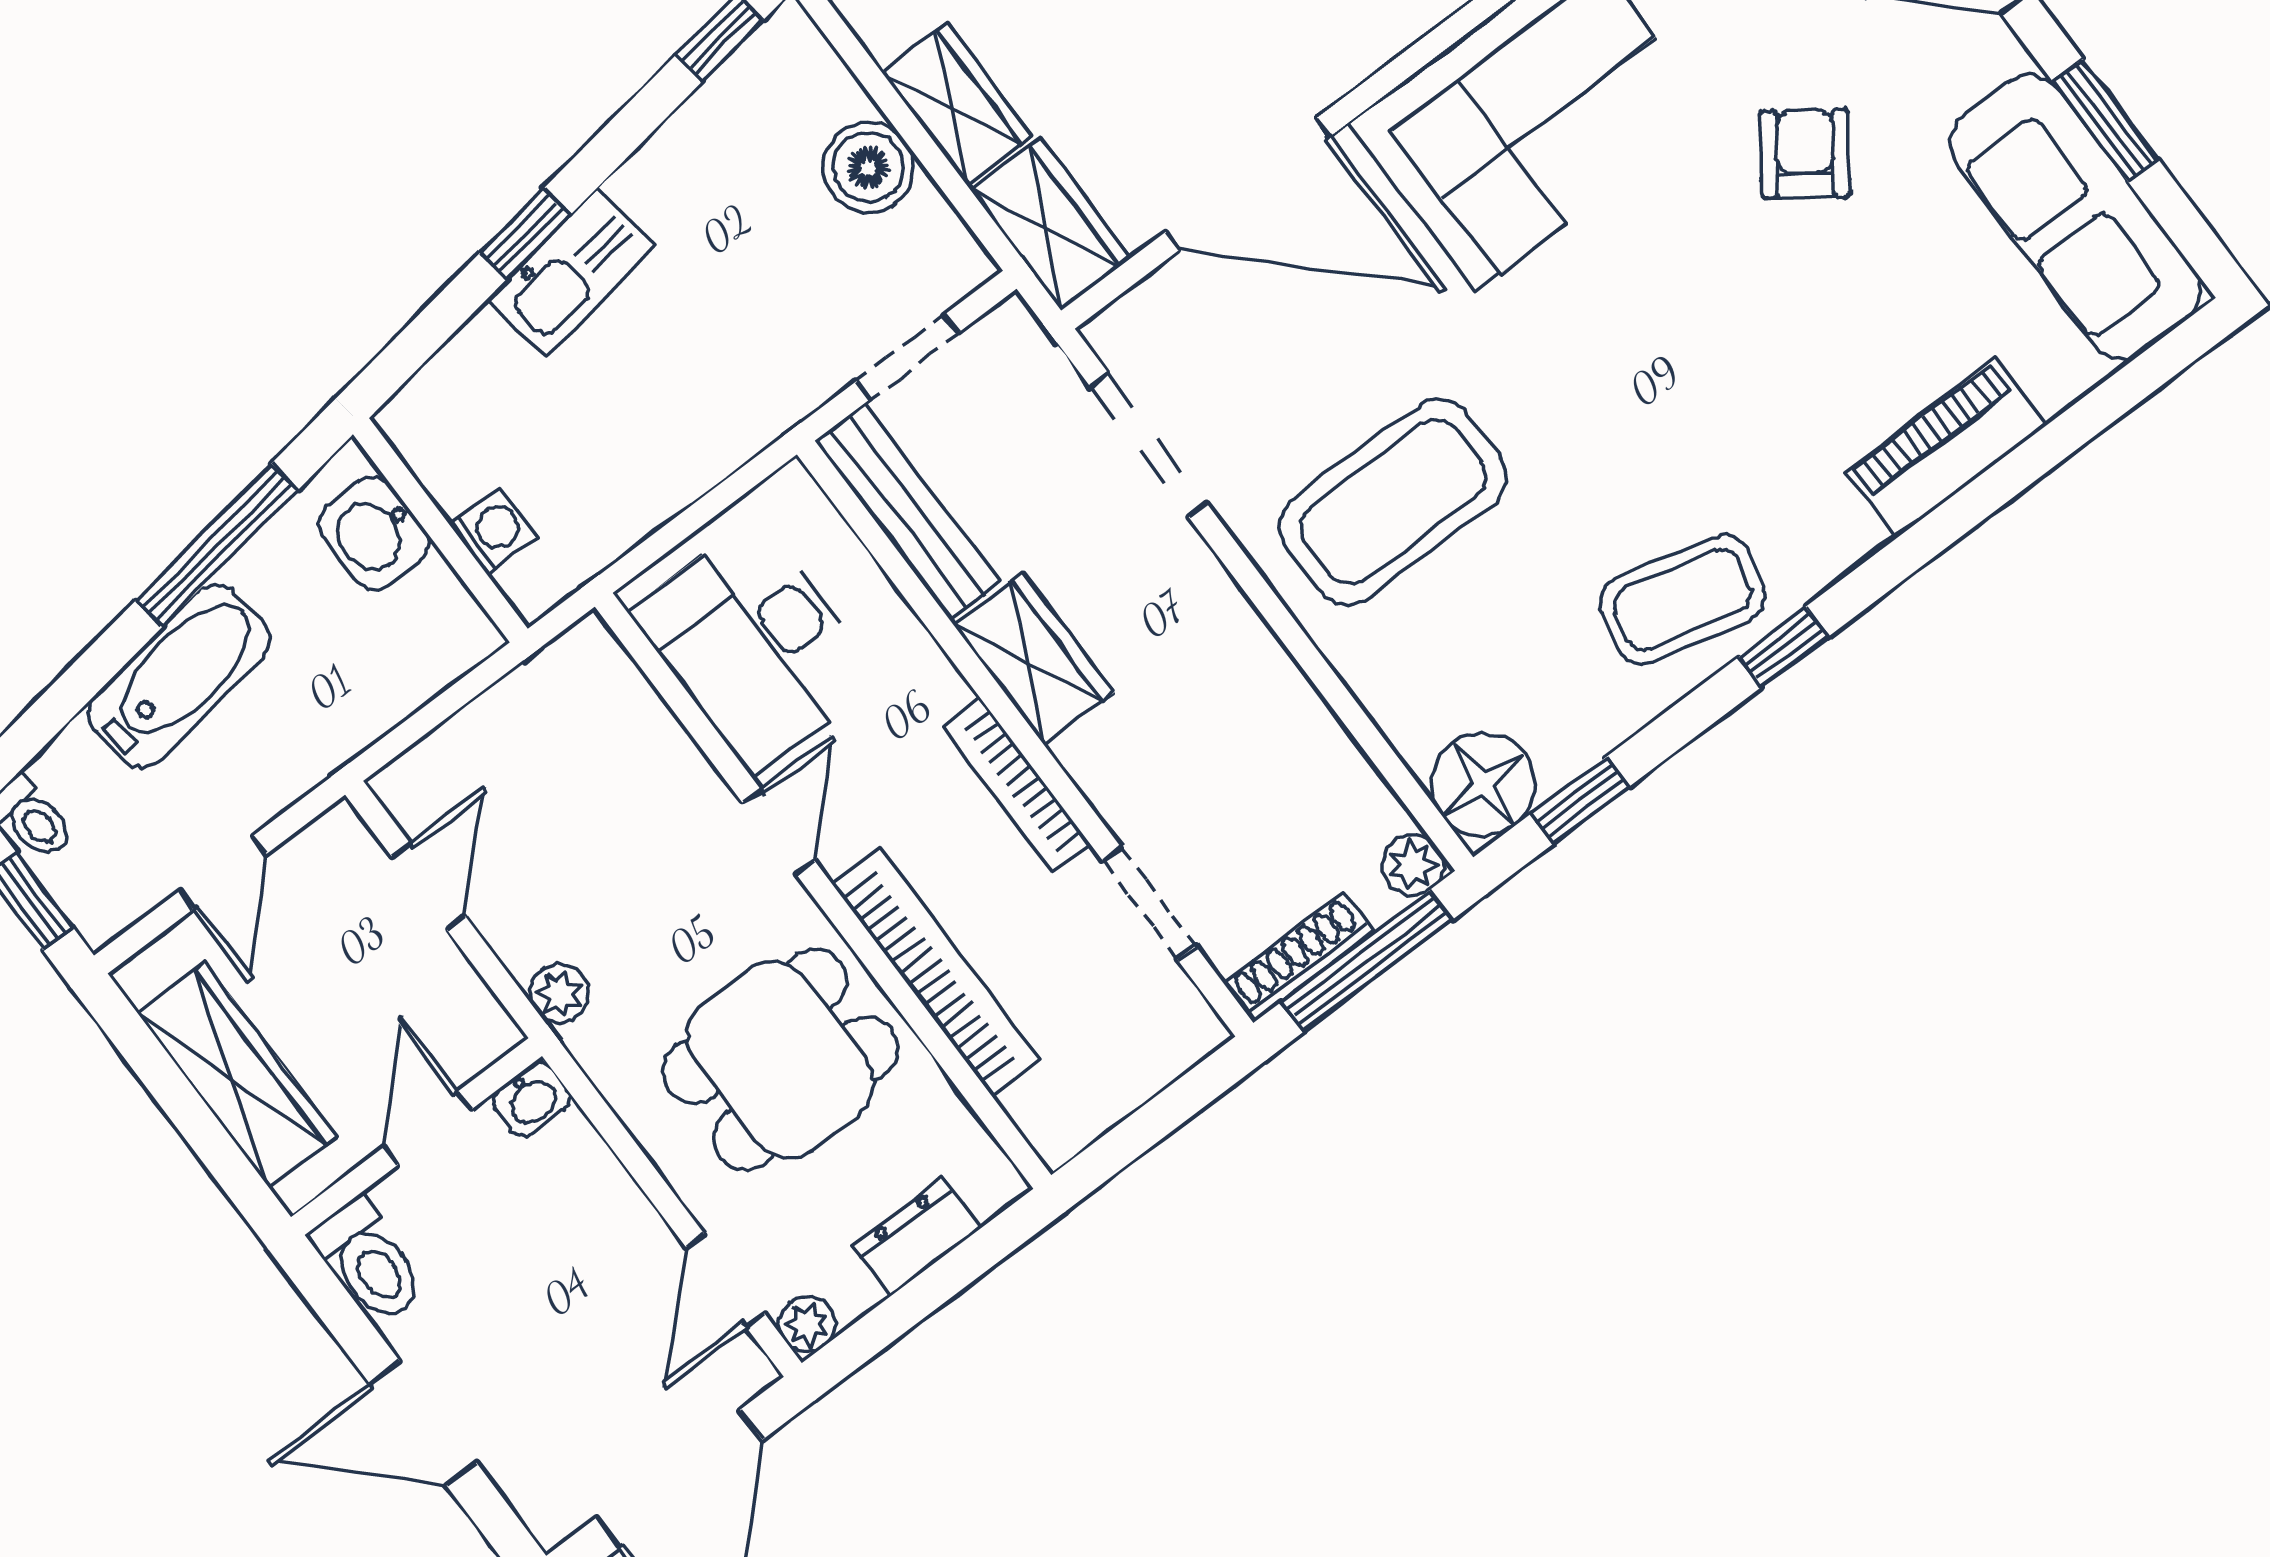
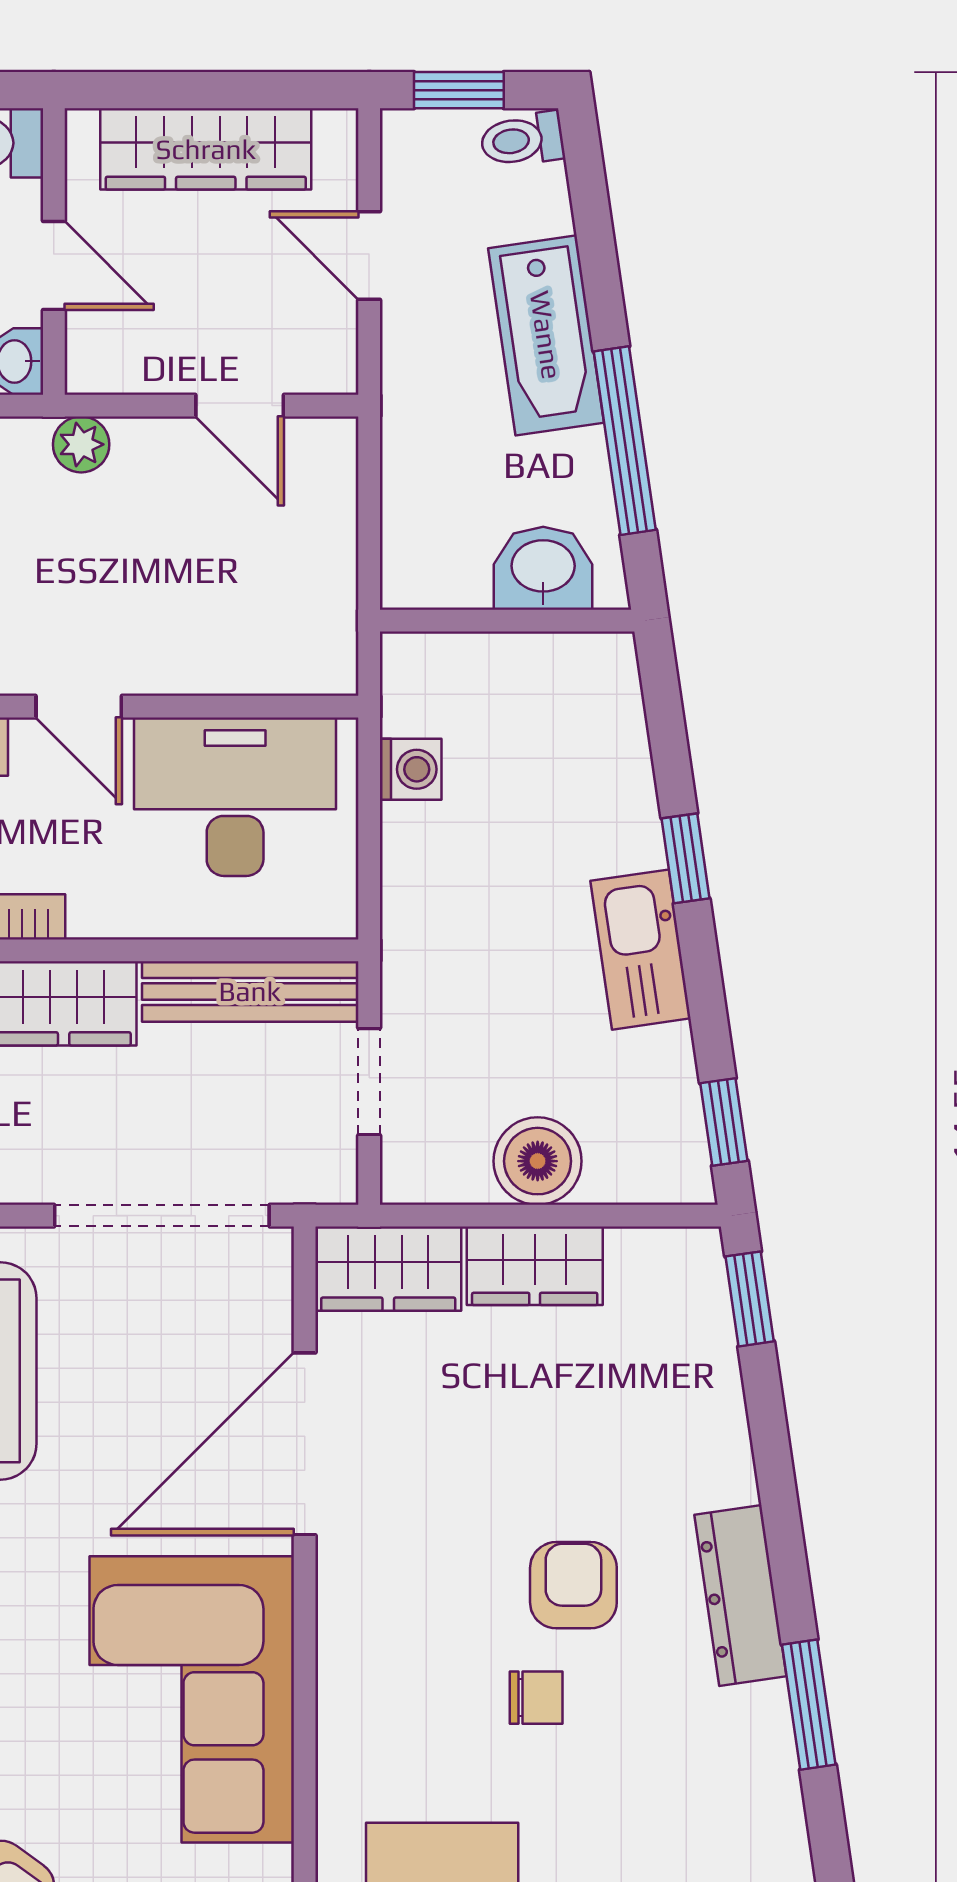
kitchen sink: (571, 272) -> (641, 950), moved
doorway: (1148, 445) -> (162, 1216), width x1.36
washing machine: (494, 531) -> (411, 769), moved, turned -90

